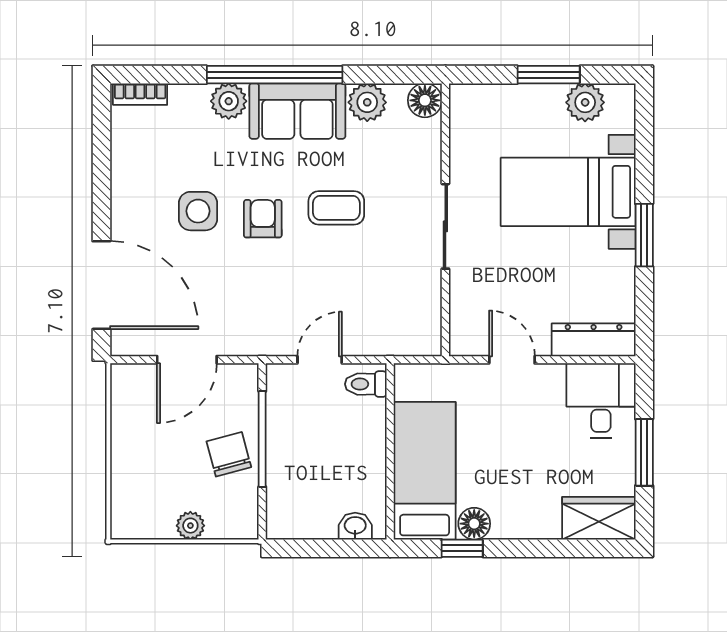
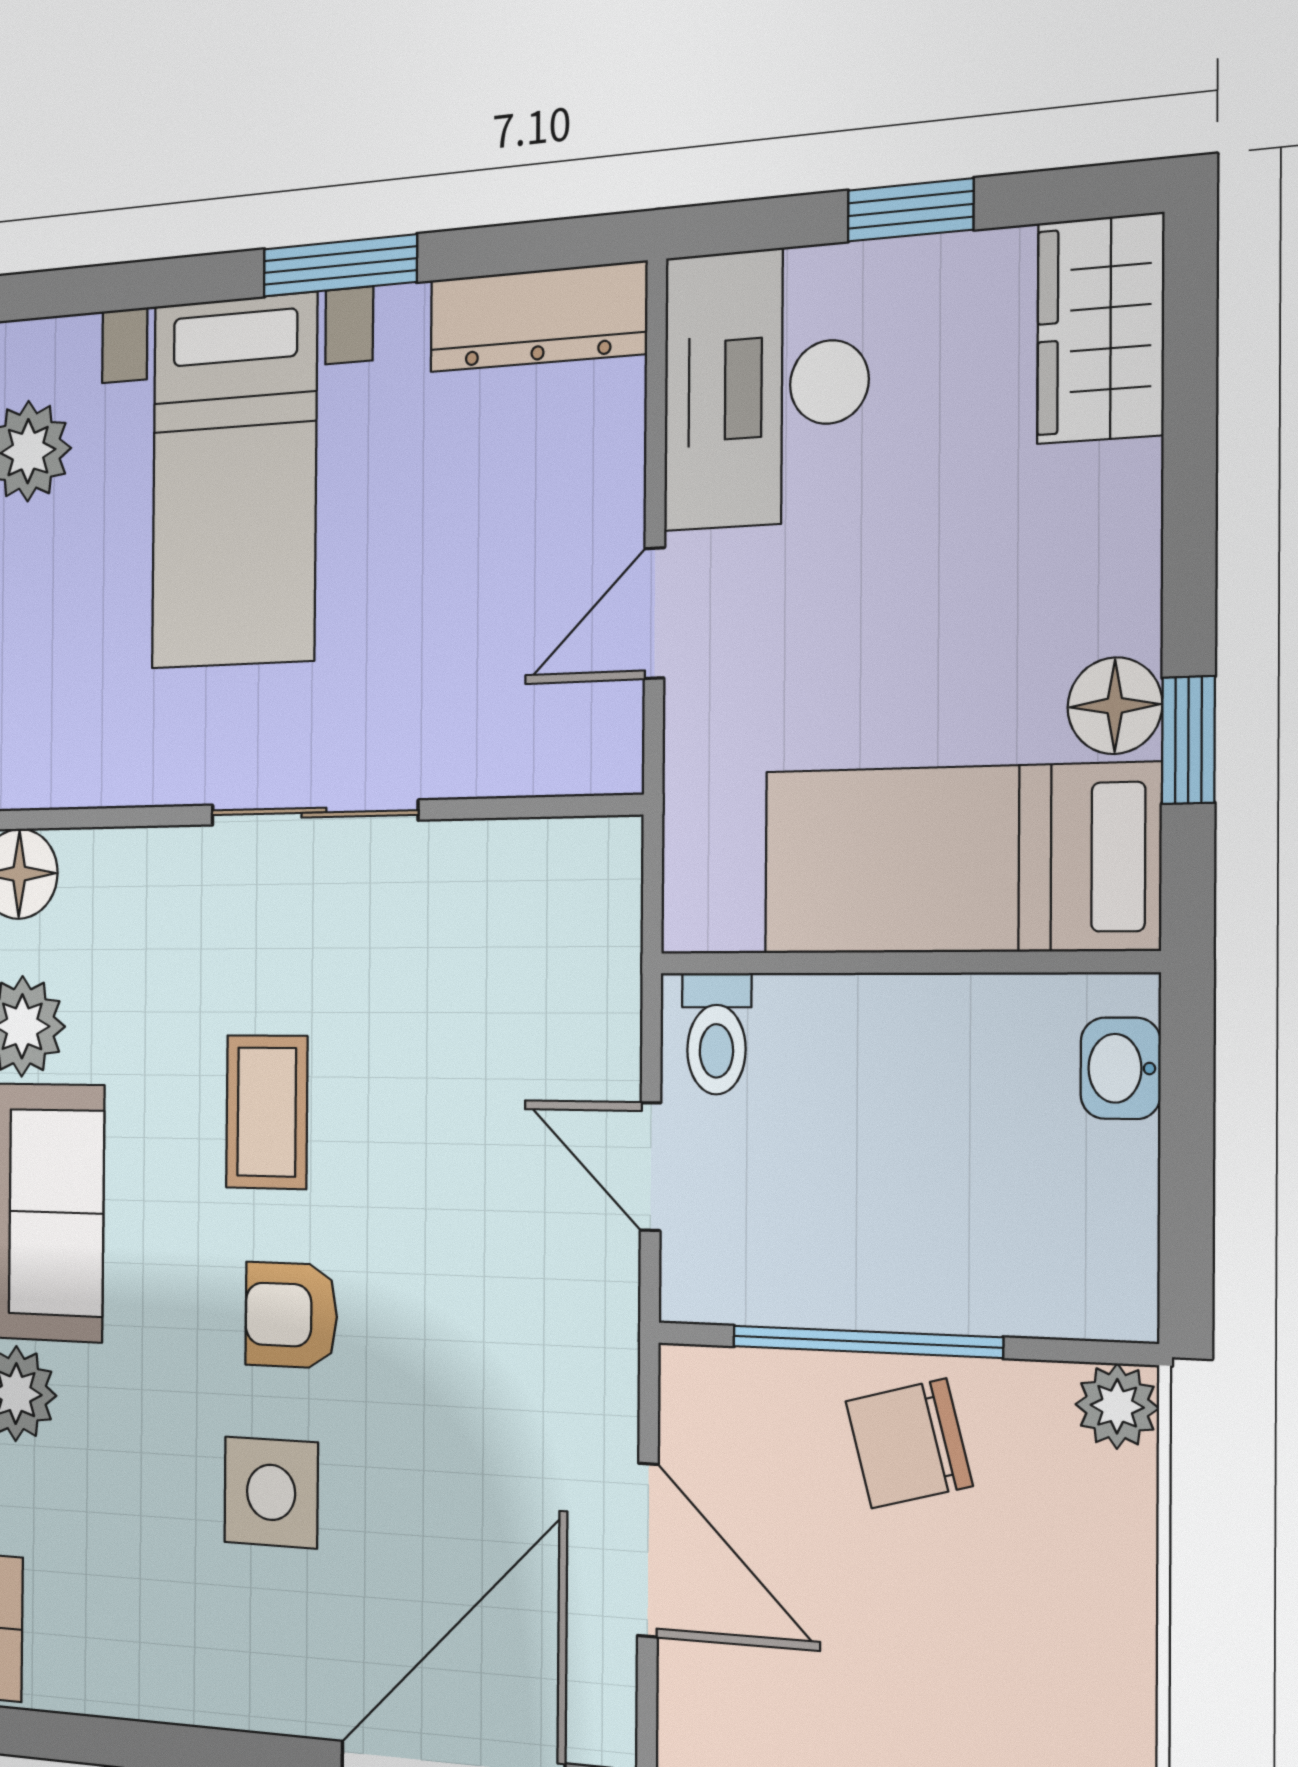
dresser: (594, 340) -> (538, 317), moved, turned -90
desk: (601, 401) -> (766, 387), width x1.37
window: (644, 452) -> (910, 210), width x0.67
plant: (190, 526) -> (1117, 1406), moved

